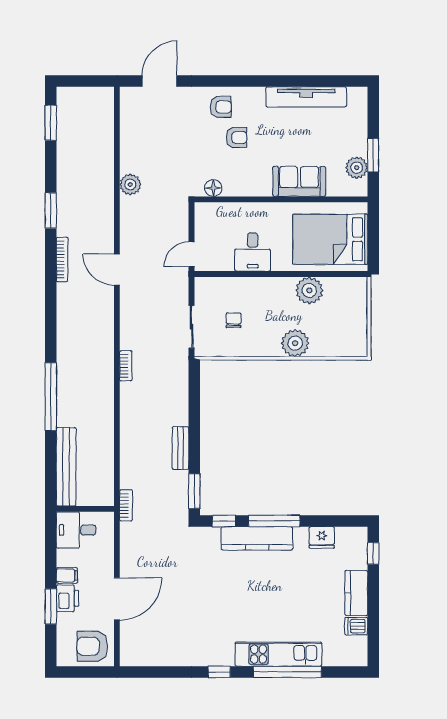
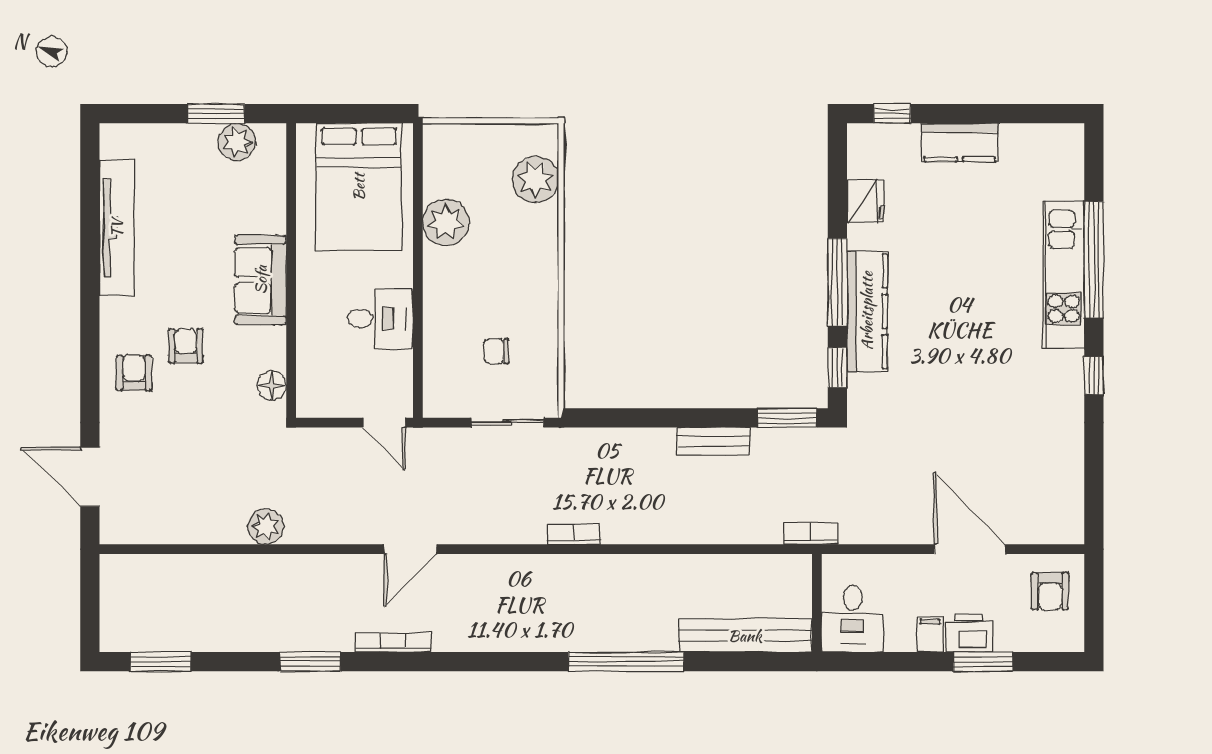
sofa: (299, 181) -> (261, 280), moved
plant: (295, 343) -> (535, 179), moved
dishwasher: (356, 626) -> (1016, 143), removed
armchair: (92, 646) -> (1050, 591), width x0.72, depth x0.72

